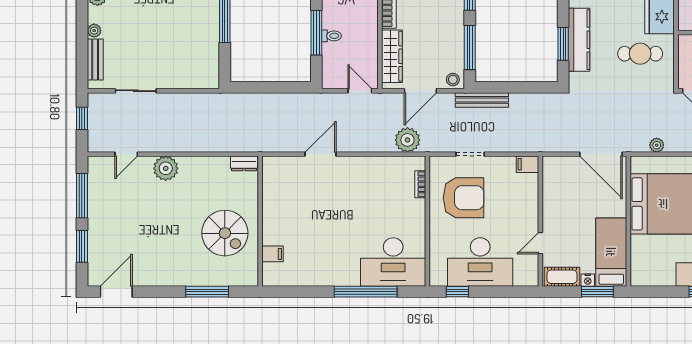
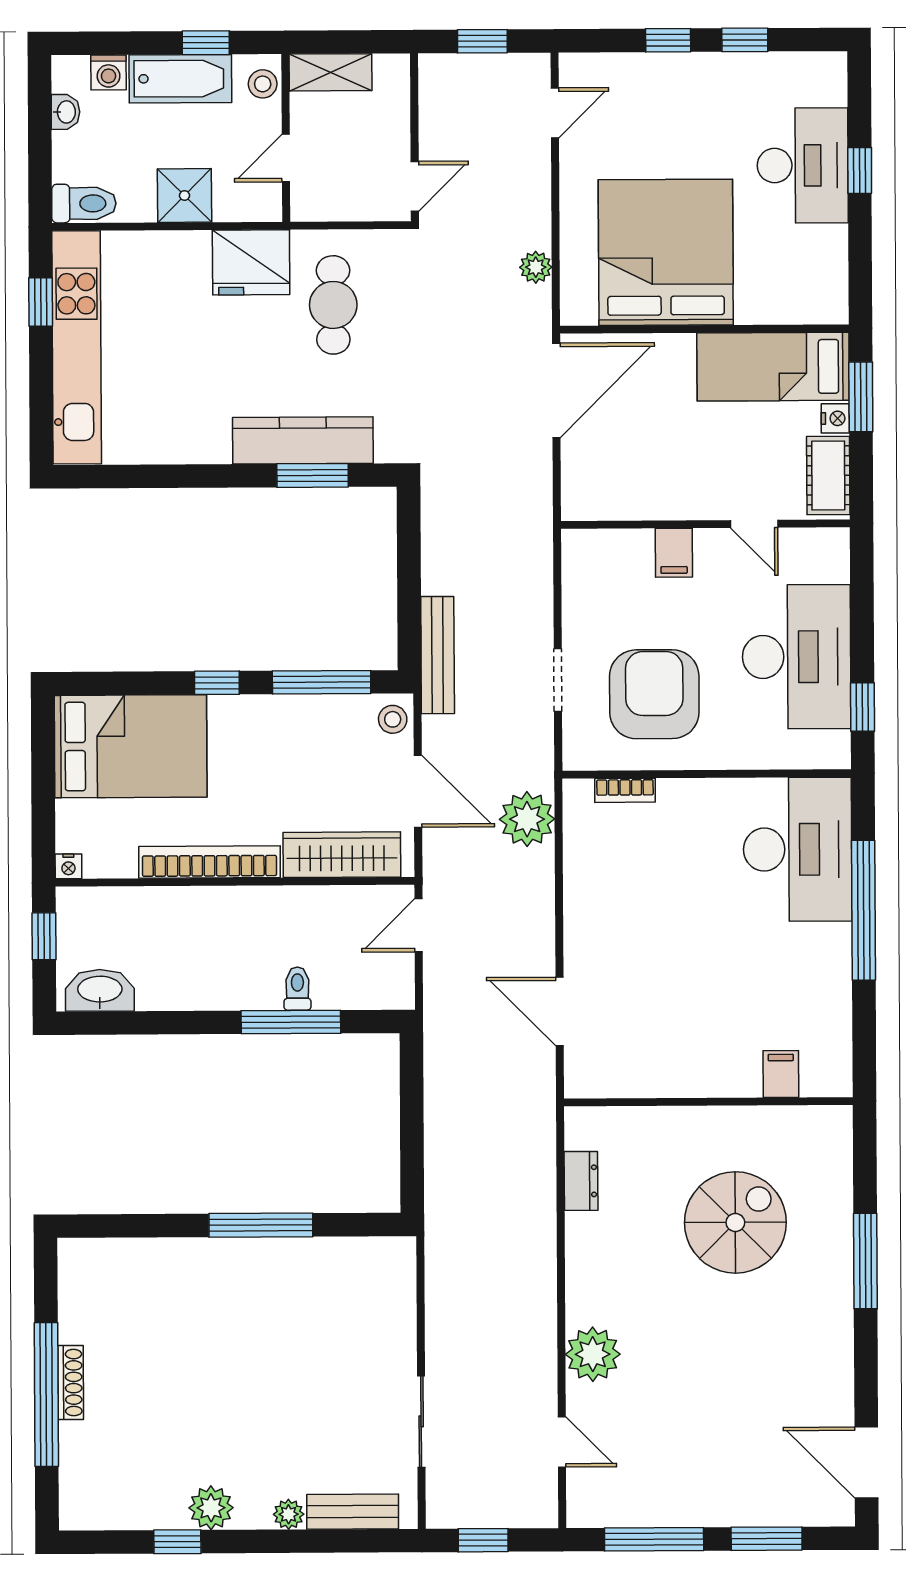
filing cabinet: (527, 164) -> (674, 553), moved
wall: (260, 221) -> (708, 1102), moved
filing cabinet: (272, 254) -> (781, 1074), moved

